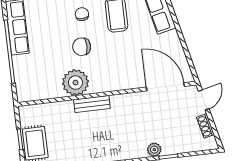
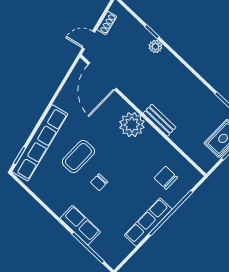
chair: (82, 47) -> (166, 178), moved, turned 180
plant: (75, 83) -> (132, 125), moved

